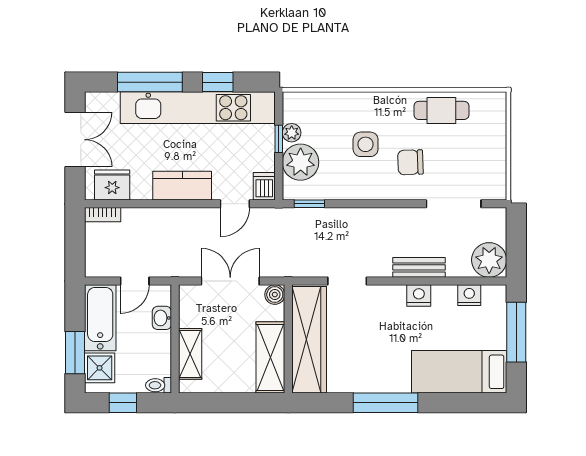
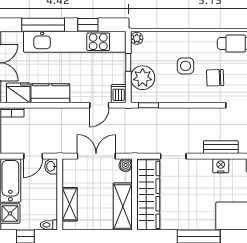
plant: (292, 133) -> (137, 38), moved
kitchen counter: (182, 186) -> (50, 93), moved
washbasin: (162, 318) -> (51, 166), moved

